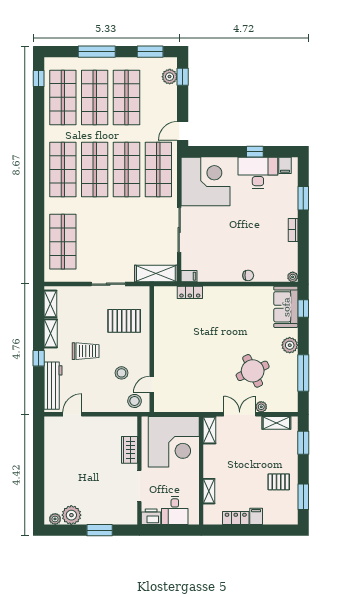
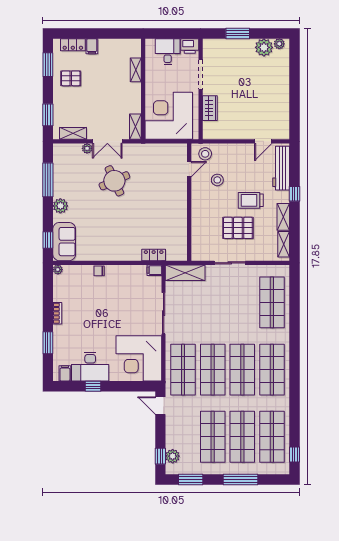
door: (183, 131) -> (160, 406), swing flipped
pallet: (124, 321) -> (238, 228), moved
round table: (253, 371) -> (114, 181), moved
locker: (236, 518) -> (73, 45), moved

